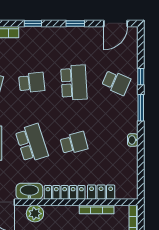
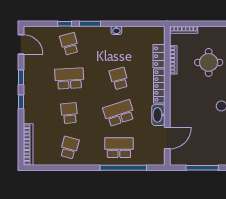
window: (33, 23) -> (21, 102), moved
school desk: (116, 82) -> (69, 44), turned -39
plant: (35, 214) -> (177, 110), removed

